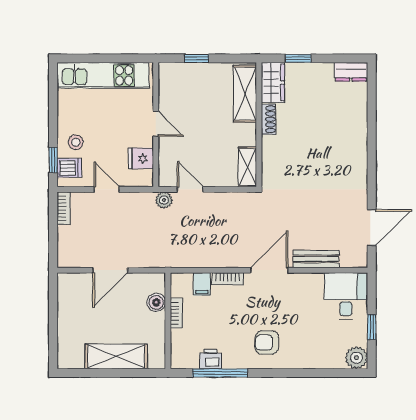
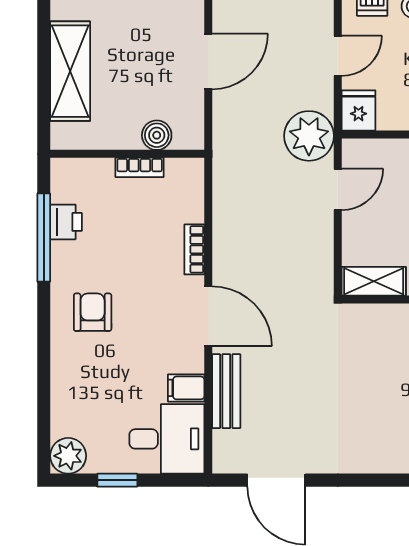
fridge: (141, 158) -> (358, 110), moved
plant: (164, 200) -> (309, 136), width x1.88, depth x1.88
door: (110, 270) -> (208, 61), swing flipped
filing cabinet: (202, 284) -> (186, 388), moved

